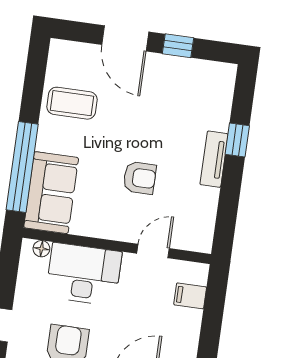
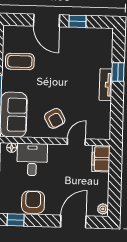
armchair: (140, 178) -> (55, 118), moved, turned 60
desk: (84, 274) -> (32, 160), width x0.73
filing cabinet: (190, 296) -> (101, 159), width x2.00

